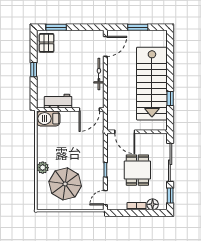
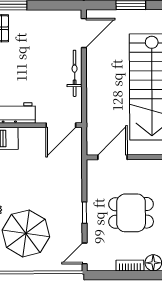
door: (125, 132) -> (112, 157), swing flipped
dining table: (137, 170) -> (131, 213), turned 90

